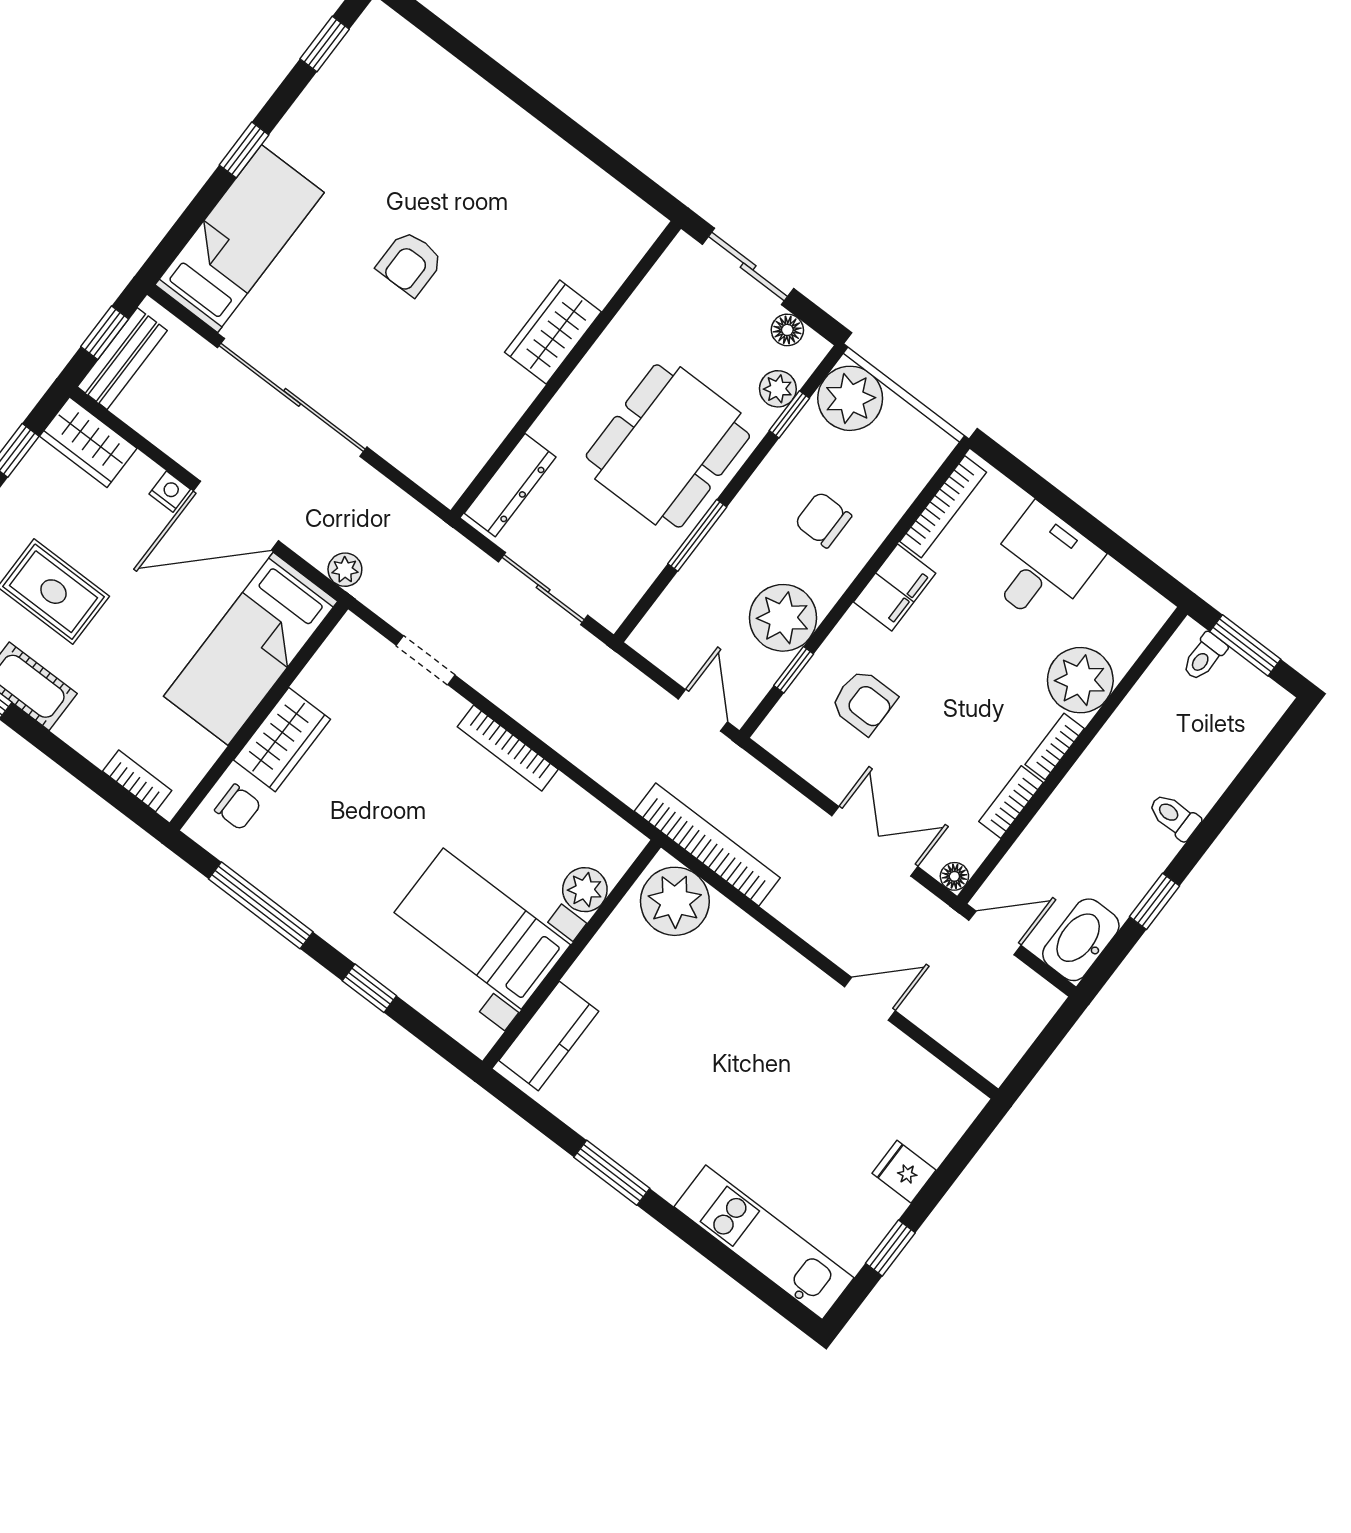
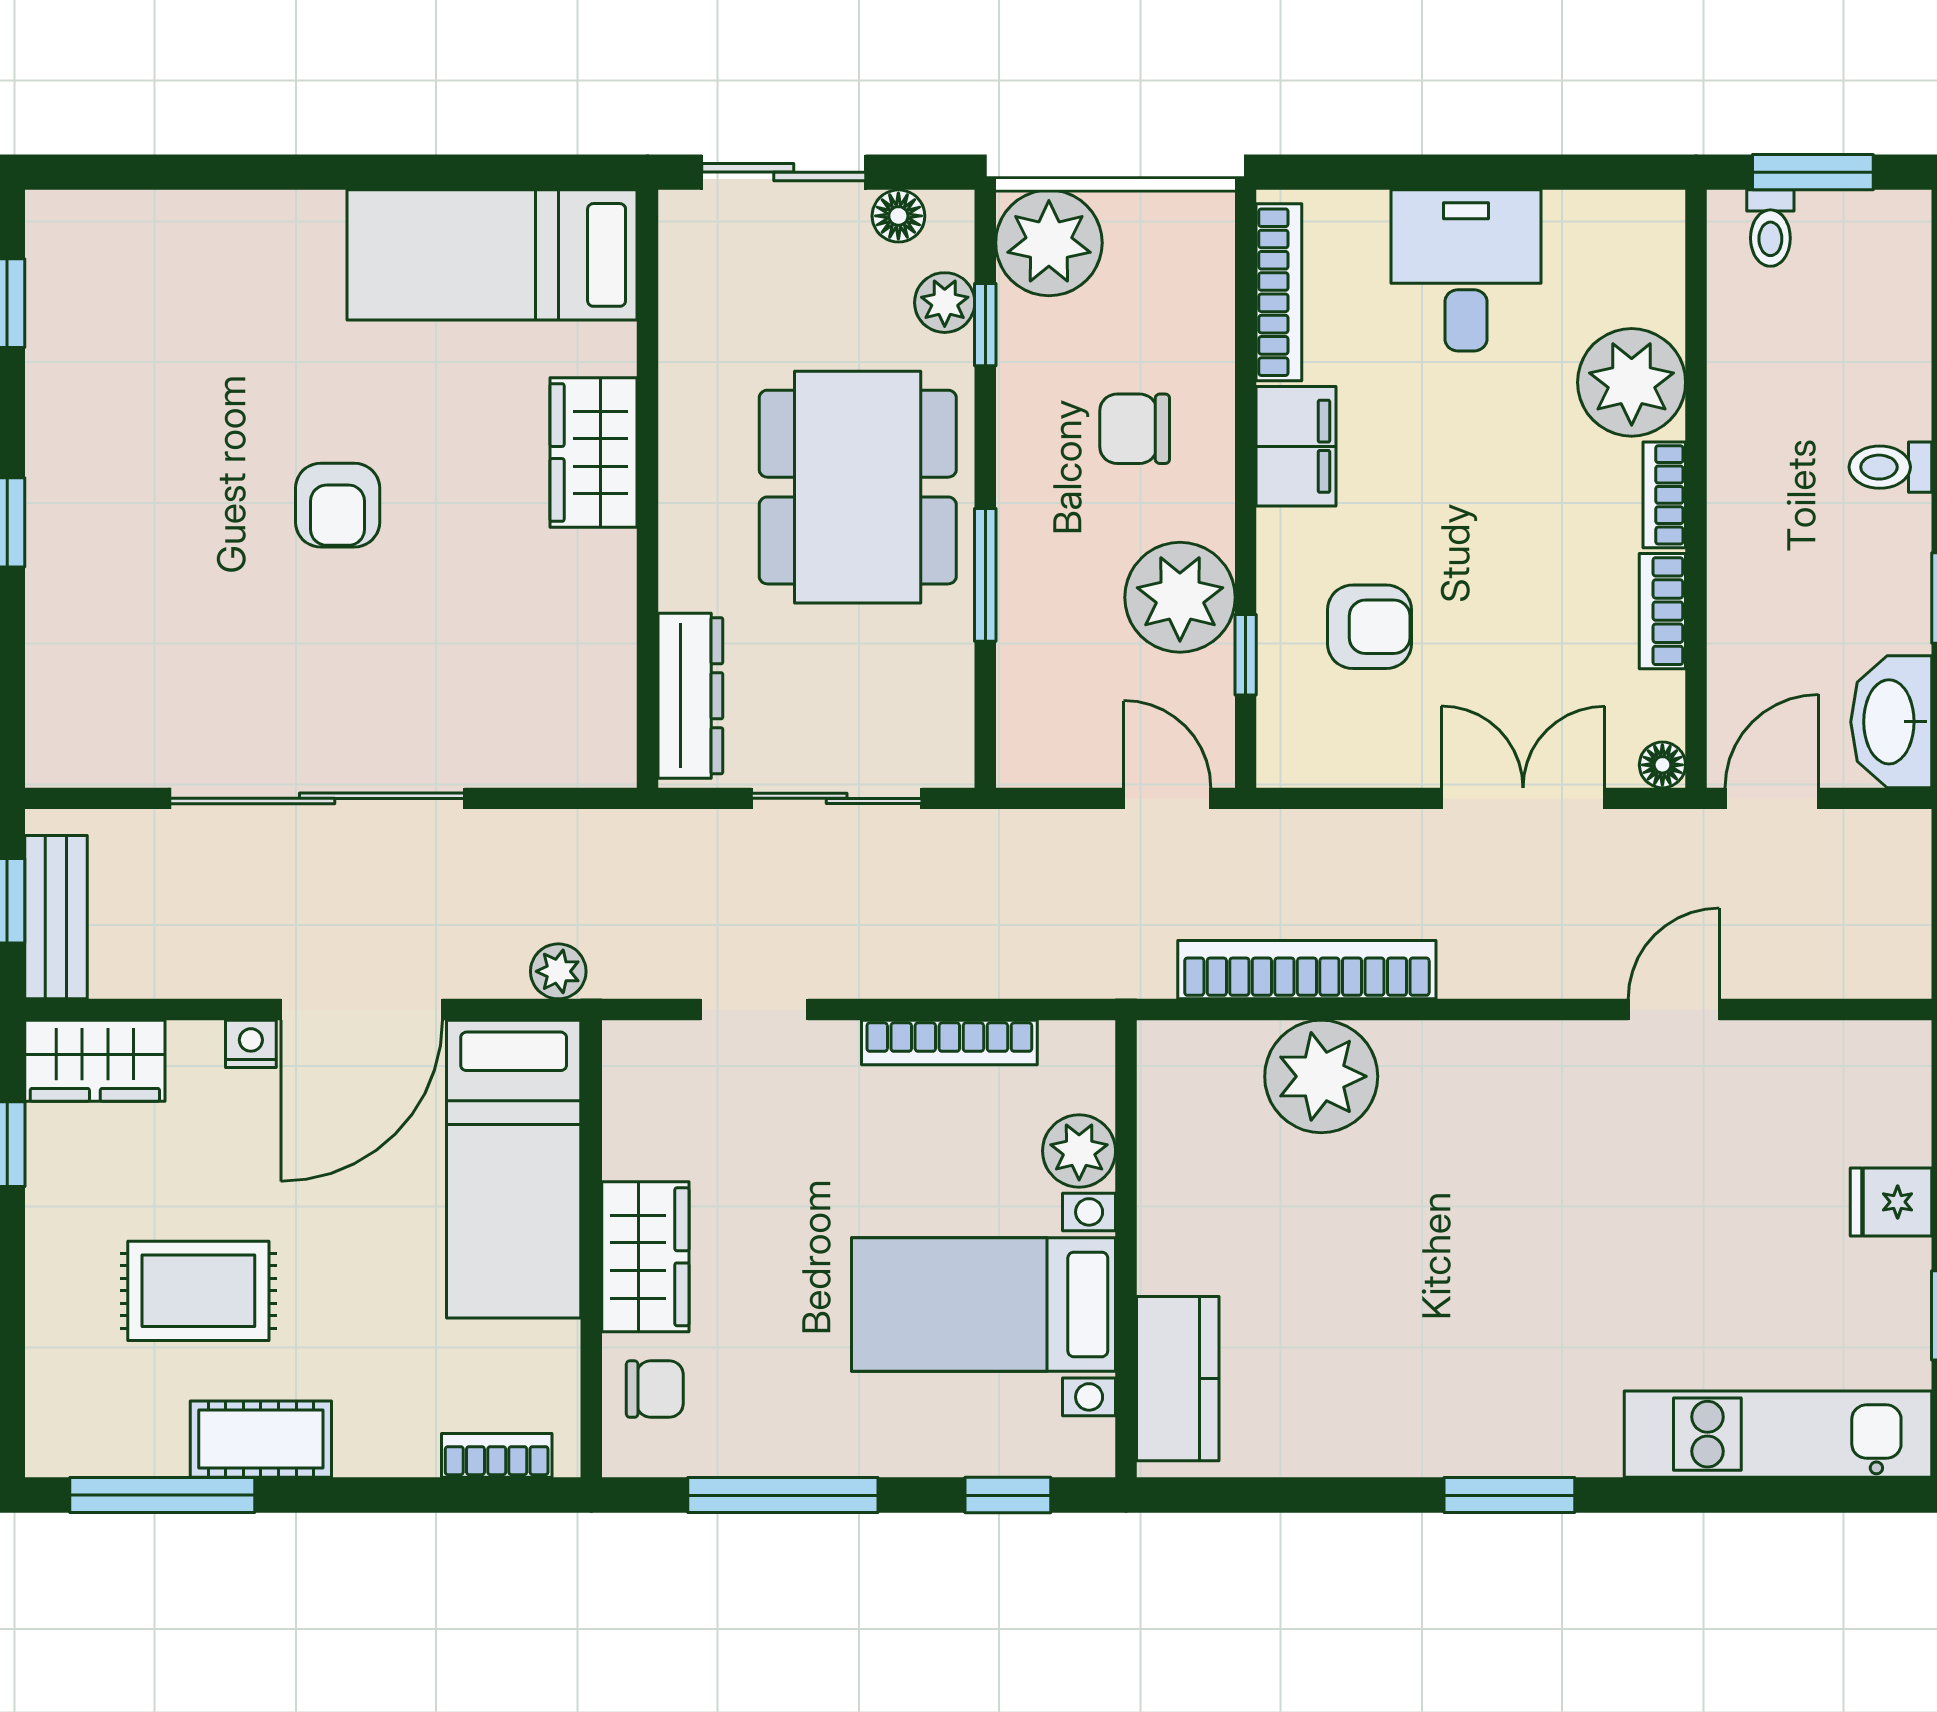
bed: (240, 239) -> (492, 255), moved, turned -90
plant: (585, 890) -> (1079, 1151), moved
bed with nightstands: (482, 929) -> (984, 1304), moved
wall: (572, 954) -> (1126, 1249), moved
kitchen counter: (549, 1036) -> (1178, 1379), moved

